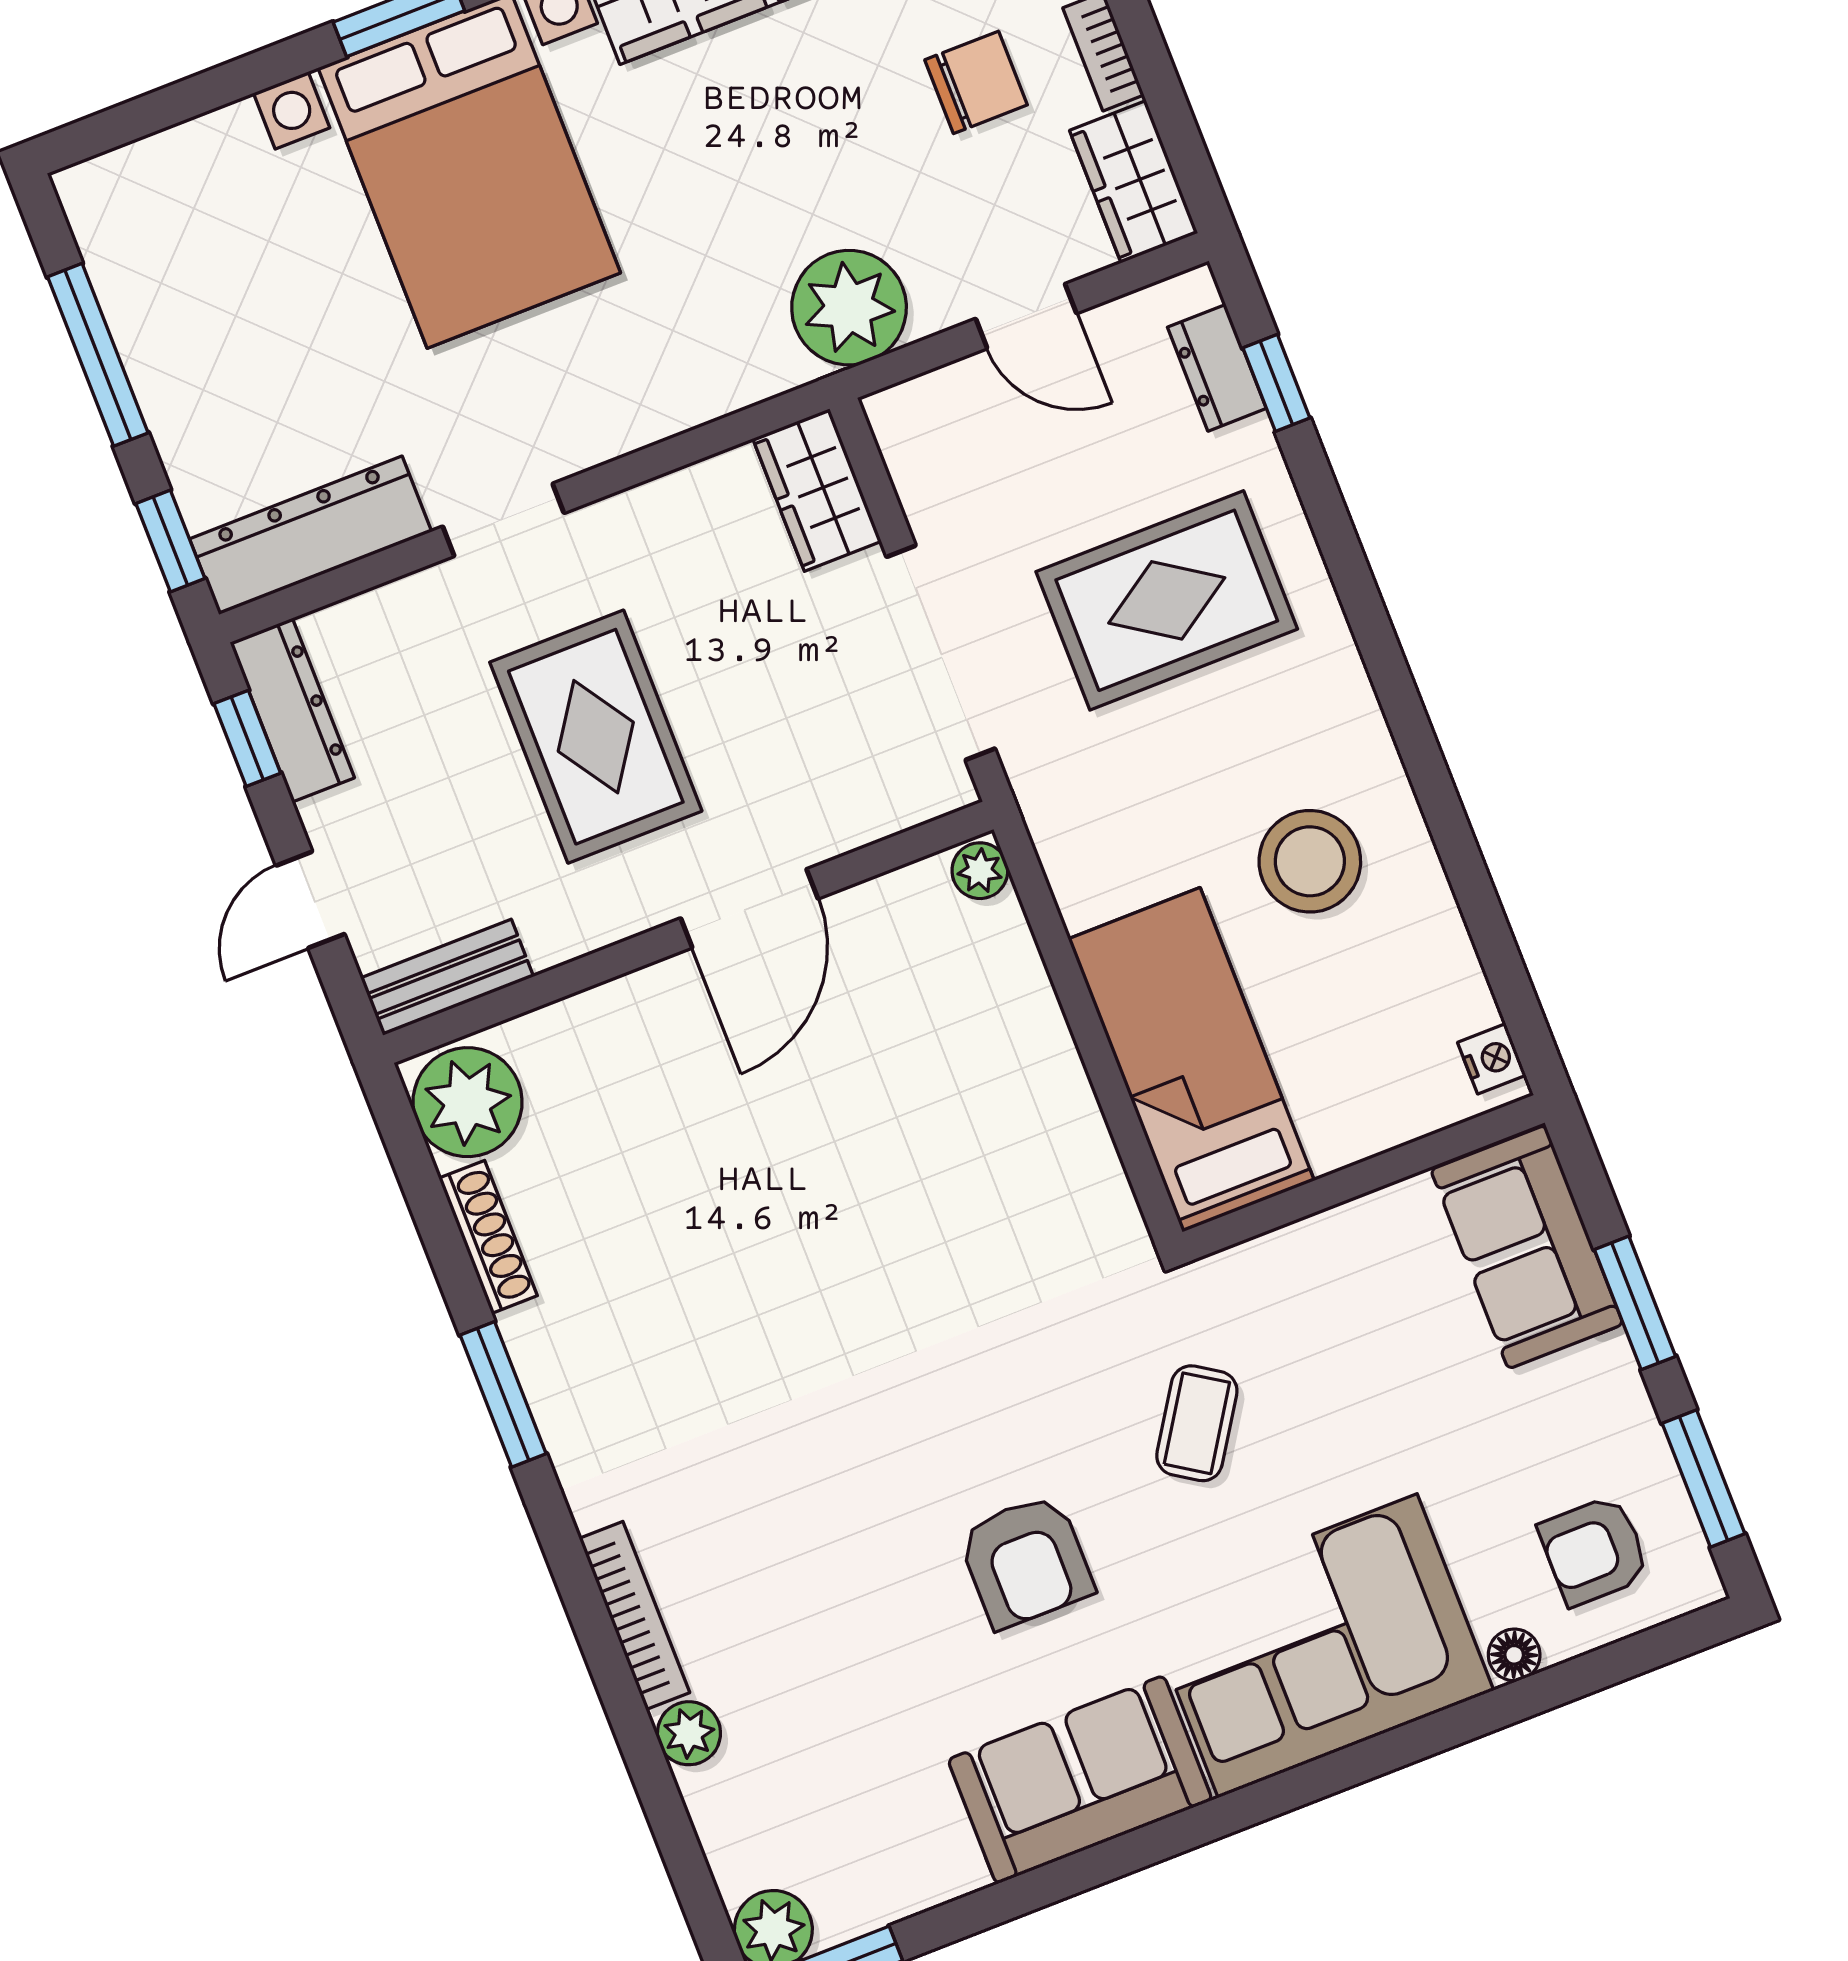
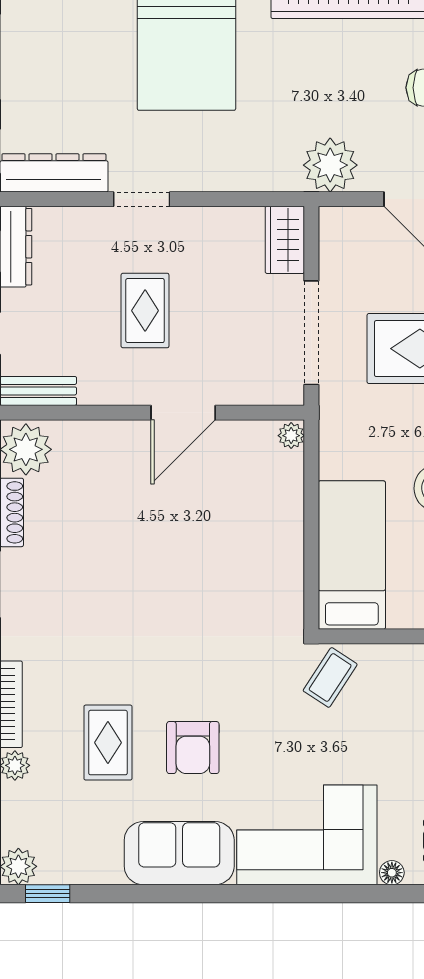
rug: (596, 737) -> (145, 311), width x0.73, depth x0.70
coffee table: (1197, 1423) -> (330, 677), moved
rug: (855, 1617) -> (108, 743), added

